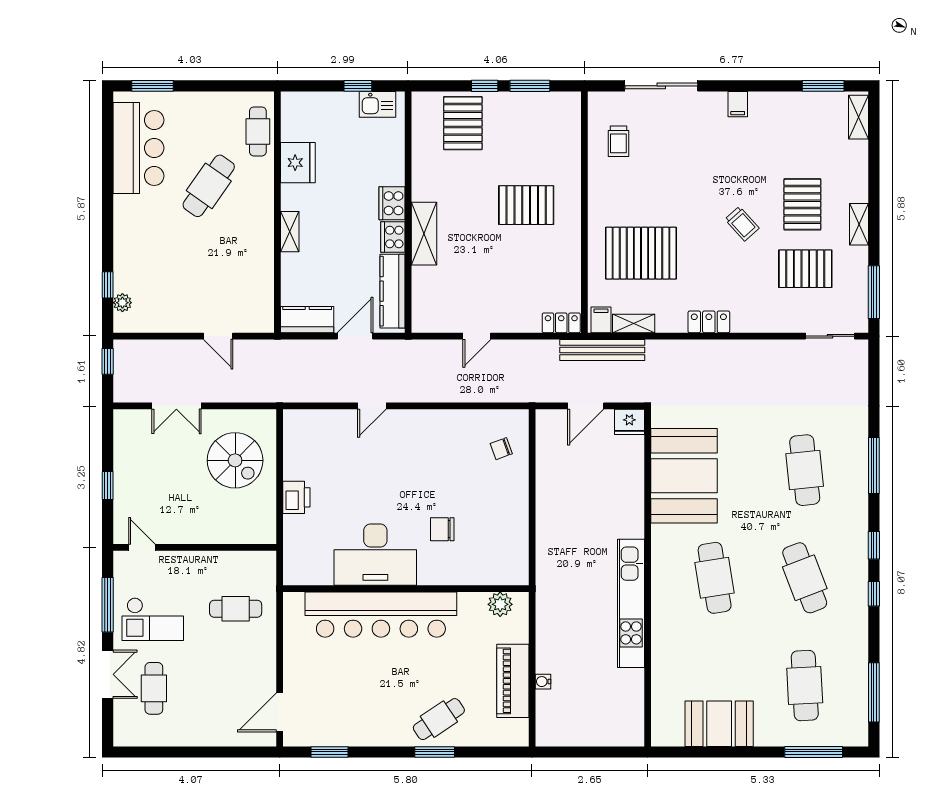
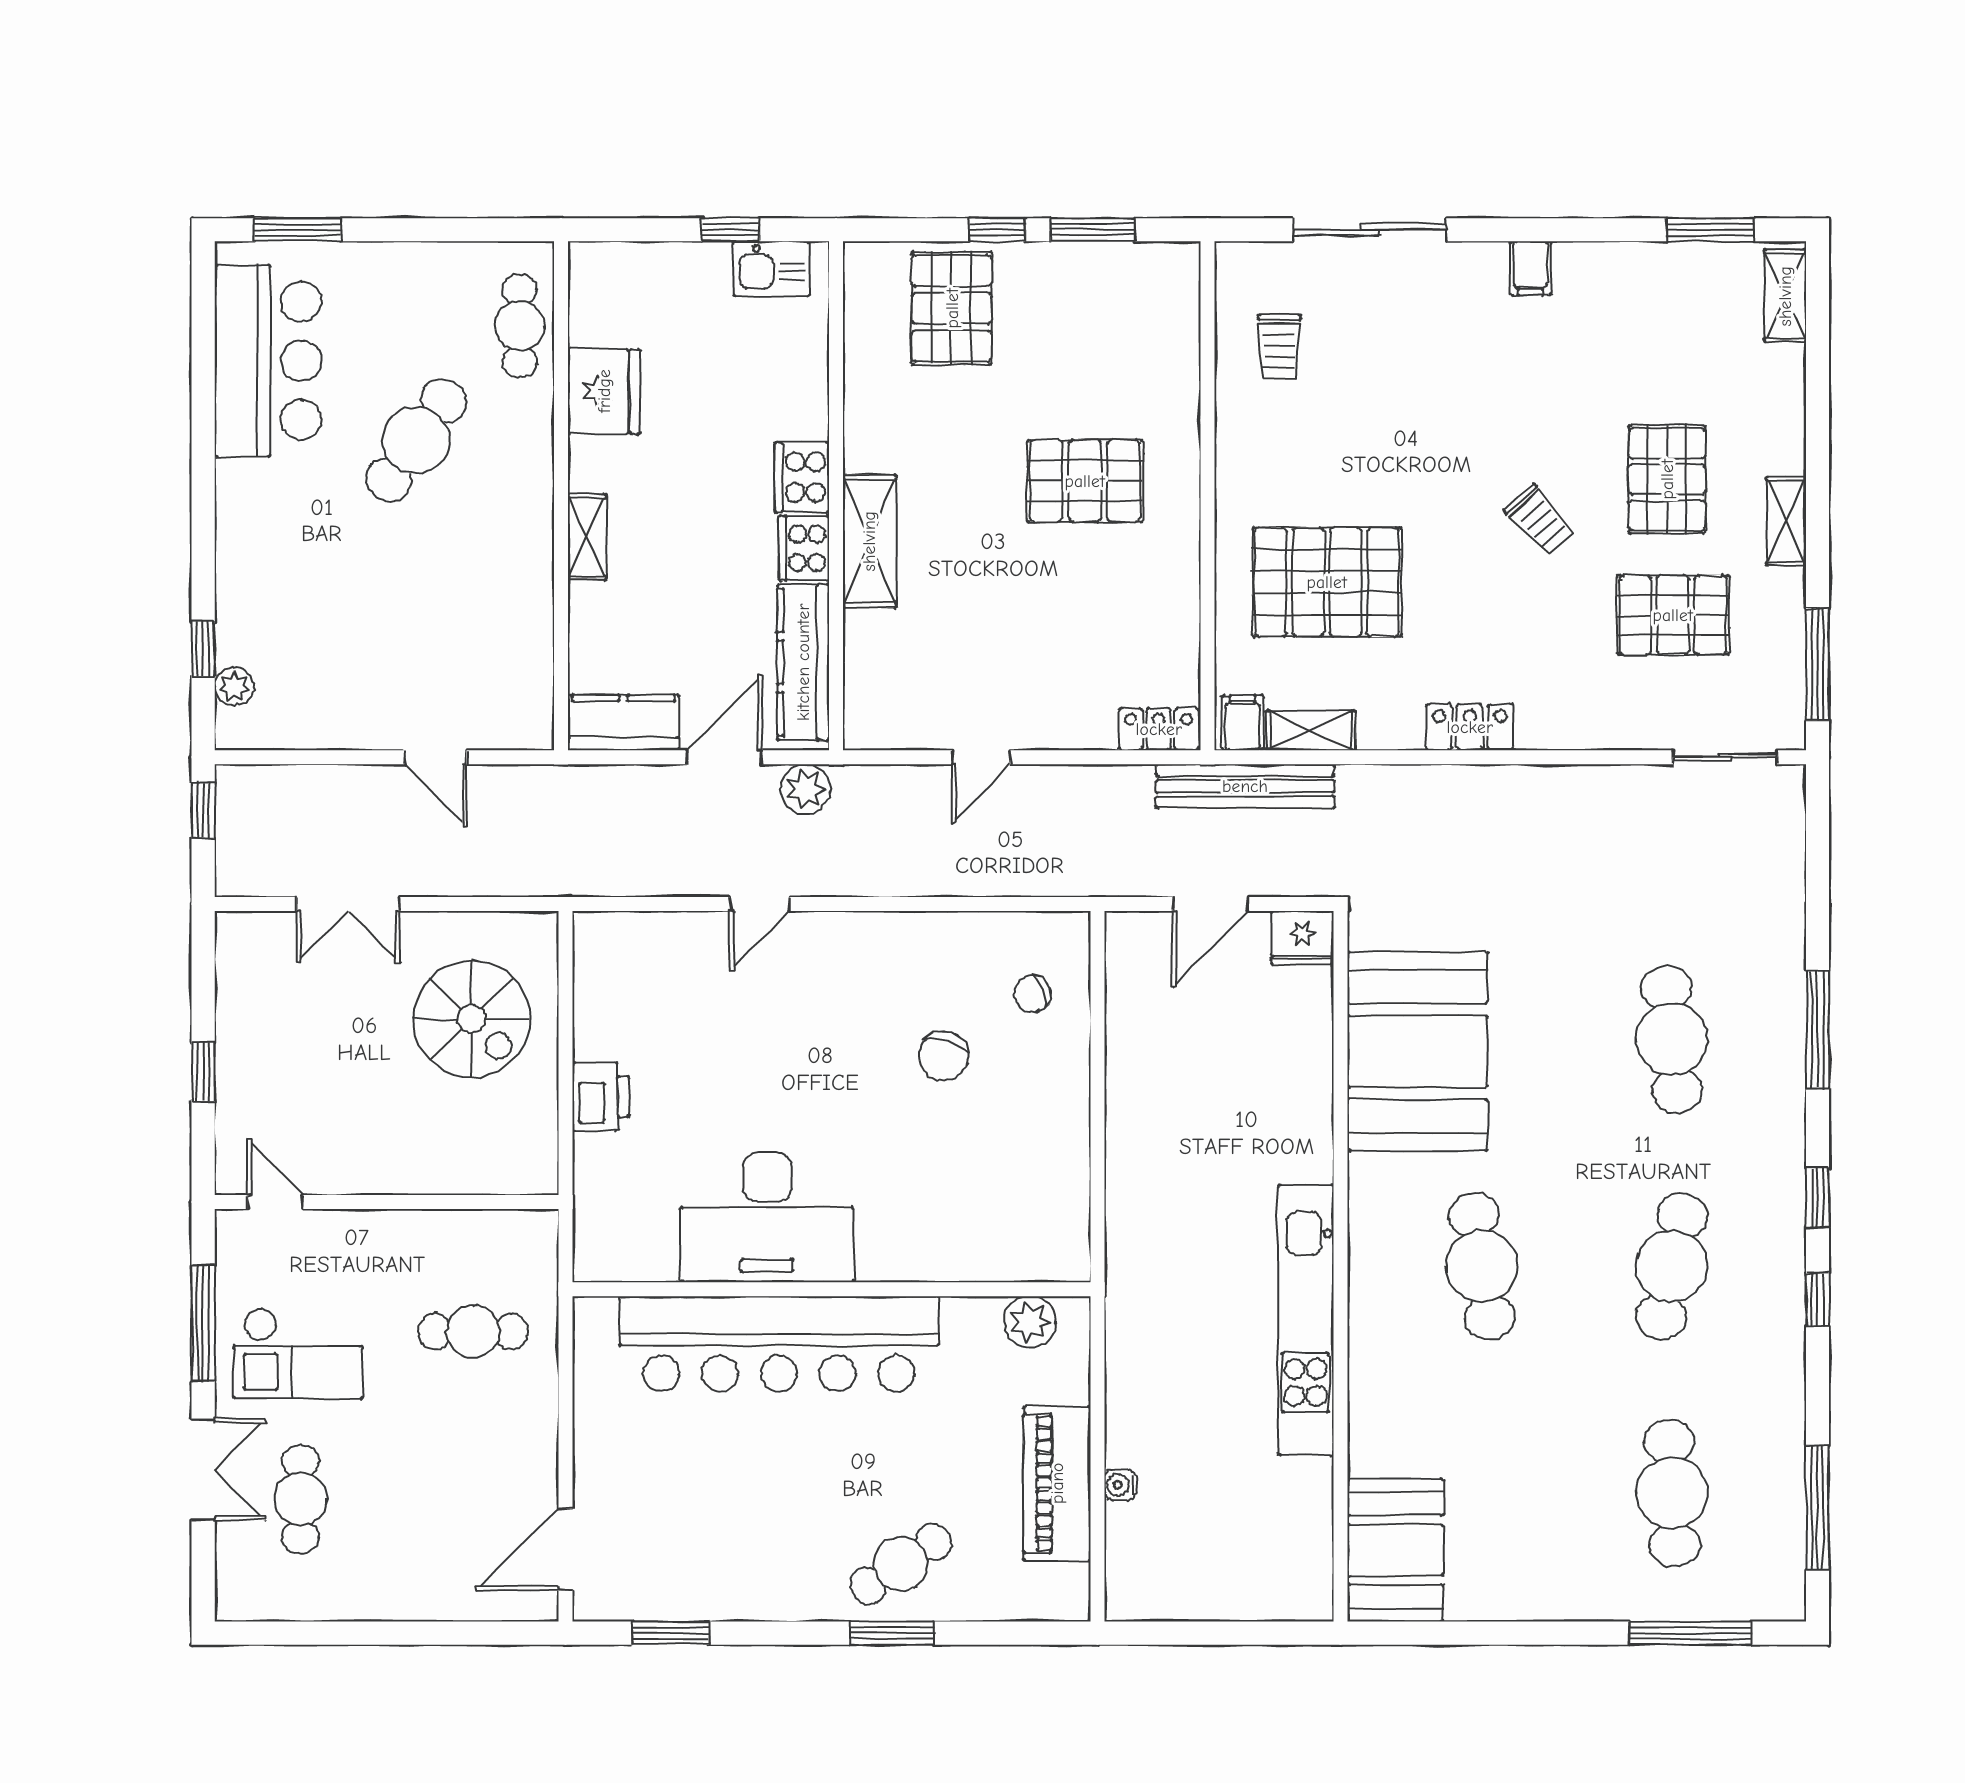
plant: (394, 351) -> (806, 789), added
chair: (442, 529) -> (944, 1056), moved, turned -73
cafe table: (805, 578) -> (1672, 1266), turned 33
booth: (719, 724) -> (1395, 1550), moved, turned 90

